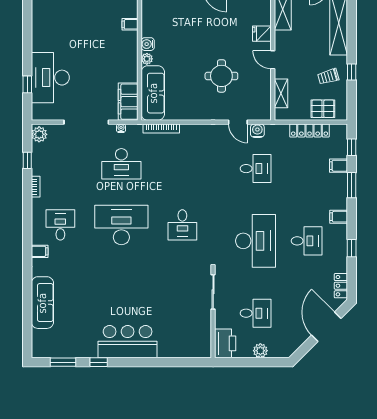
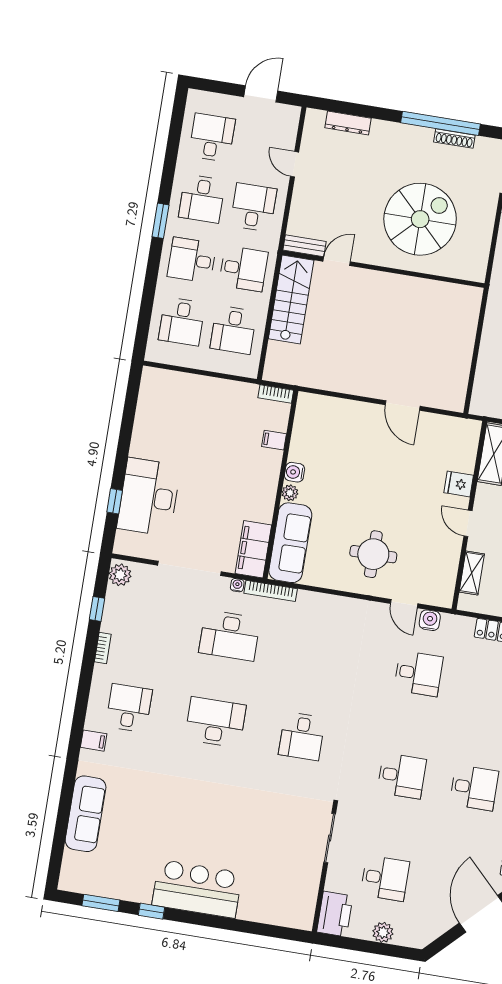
round table: (221, 76) -> (373, 554), moved
bookcase: (161, 128) -> (271, 591), moved
desk: (121, 225) -> (215, 722), width x0.73, depth x0.77
desk: (256, 241) -> (402, 776), width x0.53, depth x0.77

